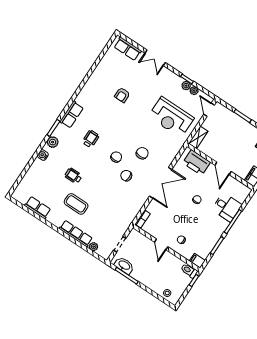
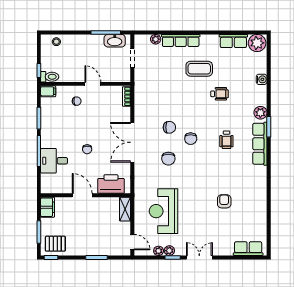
double door: (155, 58) -> (199, 257), moved
row of seats: (72, 115) -> (260, 144), width x1.48
reception desk: (171, 117) -> (164, 211), turned -90
water cooler: (43, 155) -> (262, 79), moved
plant: (21, 195) -> (257, 43), added

